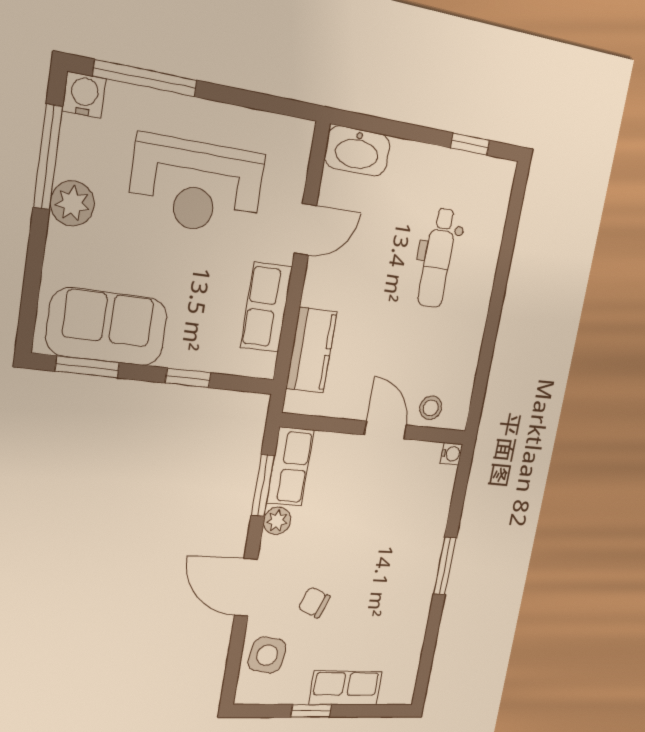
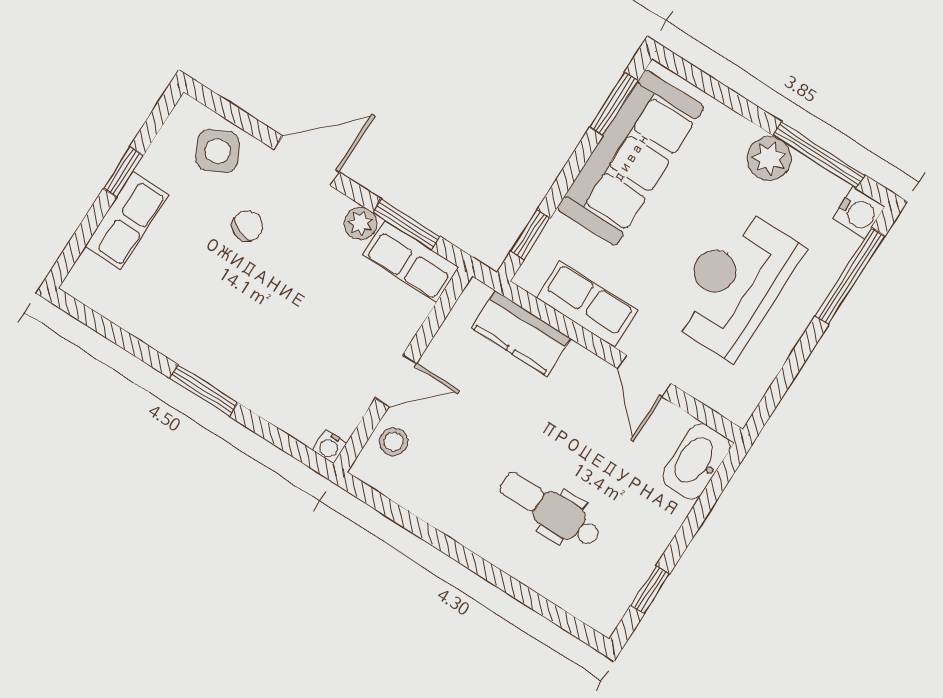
sofa: (107, 327) -> (631, 158), width x1.36
window: (188, 378) -> (531, 234), moved
side table: (267, 655) -> (218, 151), turned -33

